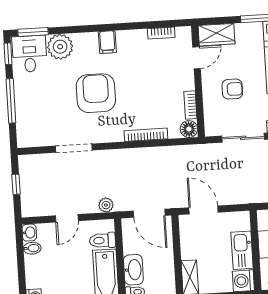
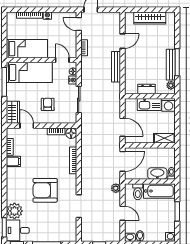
filing cabinet: (107, 42) -> (13, 161), moved
door: (203, 210) -> (123, 127), swing flipped

